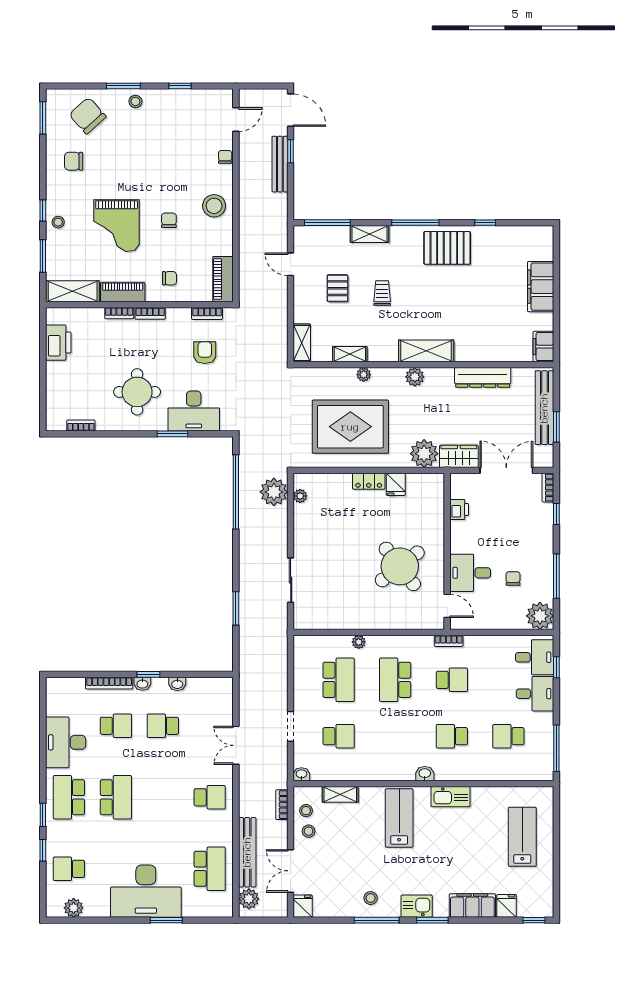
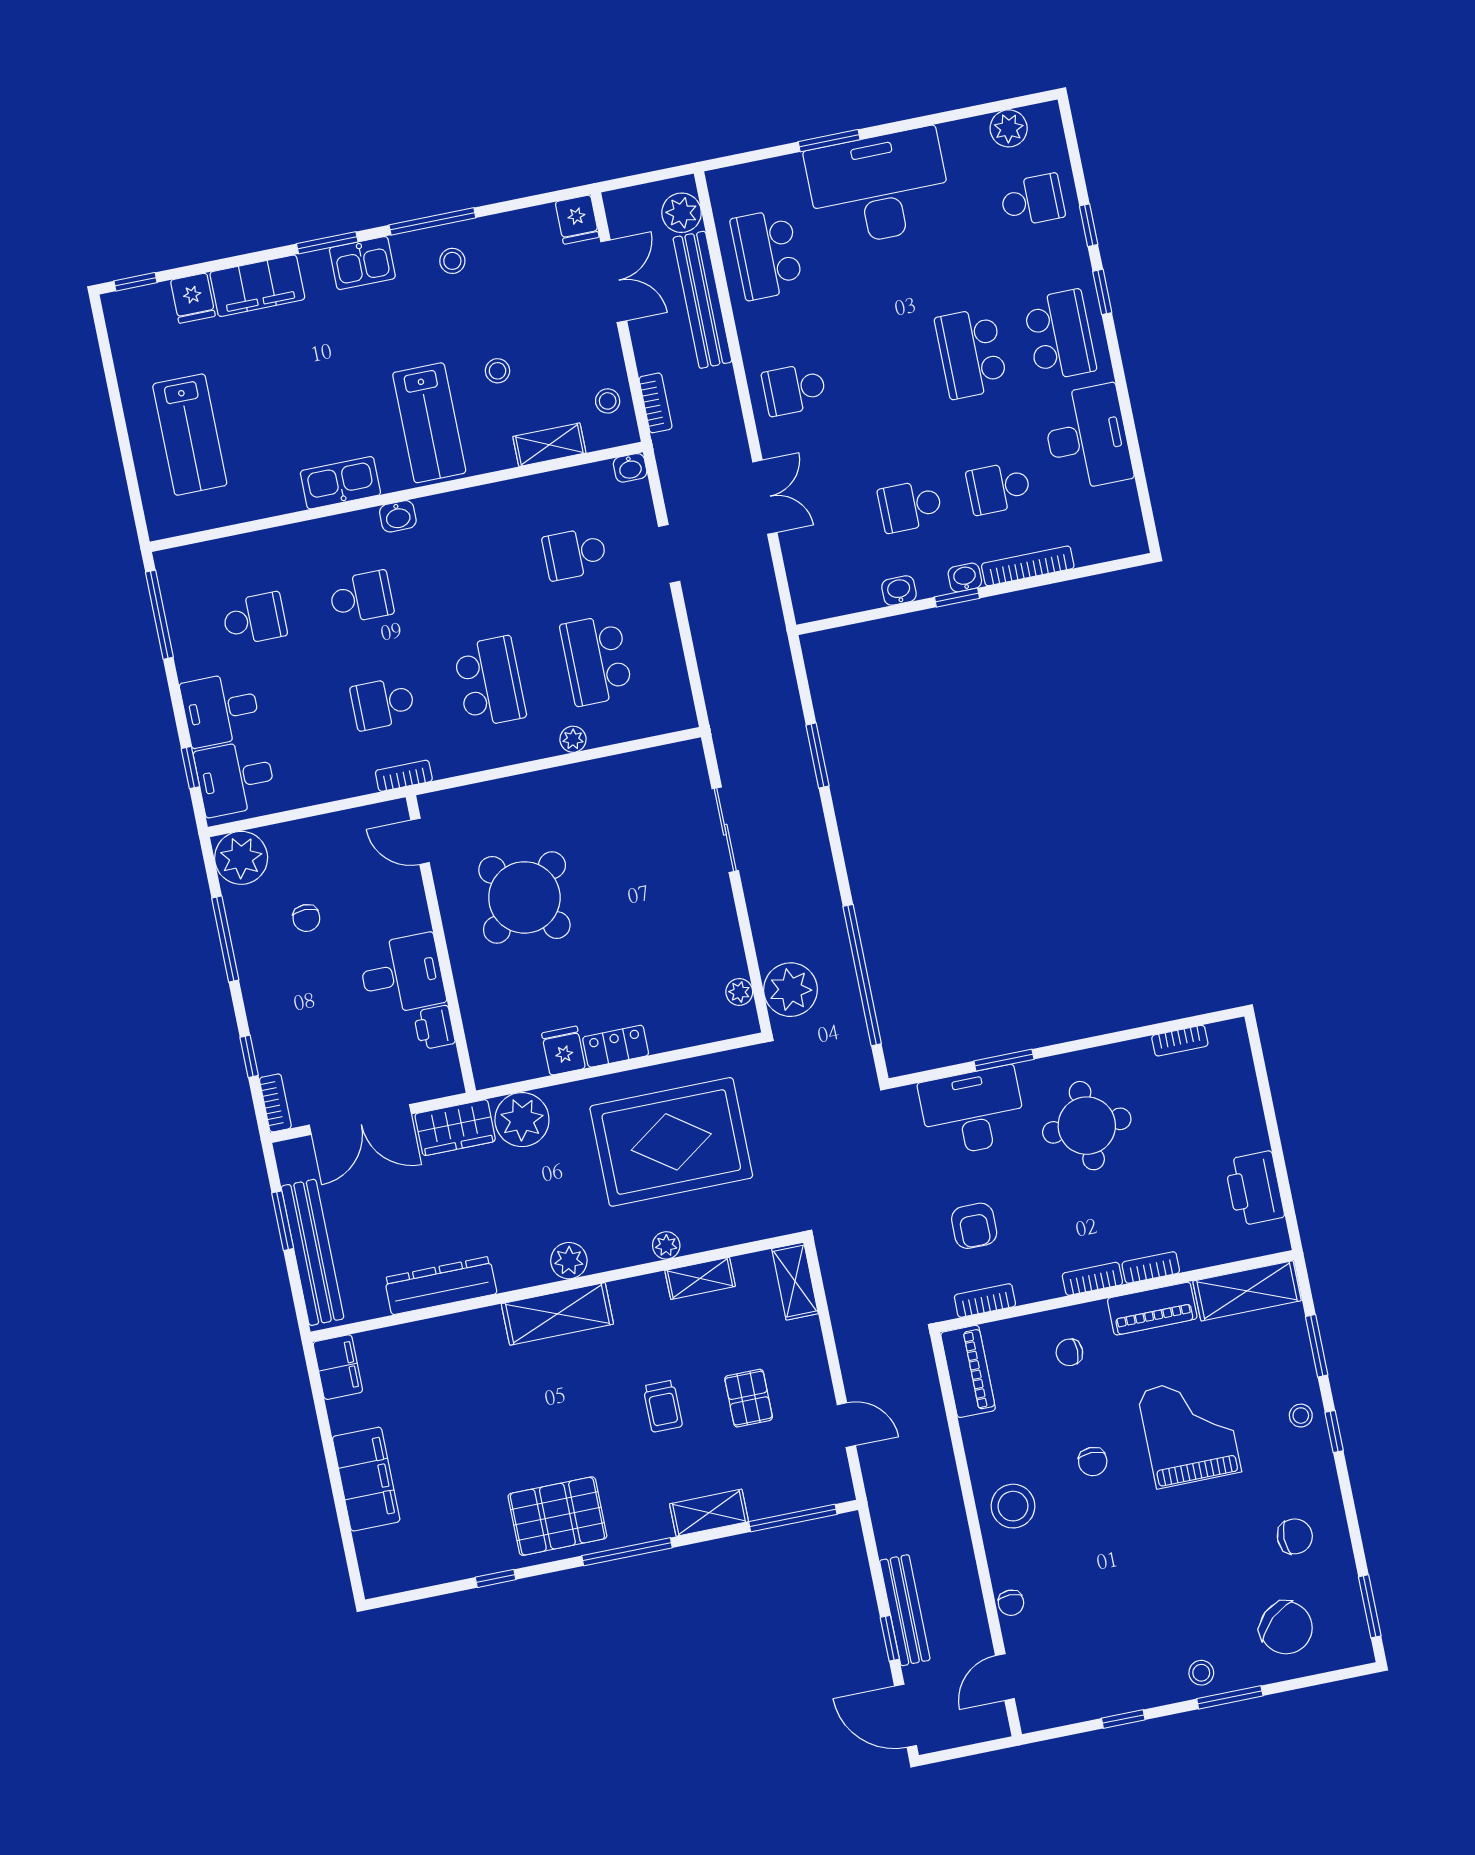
desk: (470, 573) -> (402, 974), moved
school desk: (163, 726) -> (910, 506), turned 180
stool: (309, 831) -> (497, 371), moved

